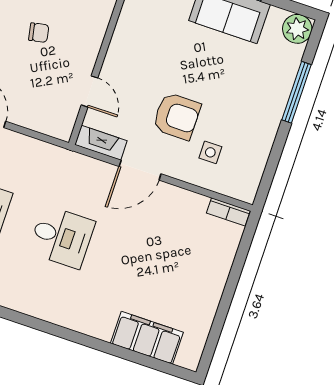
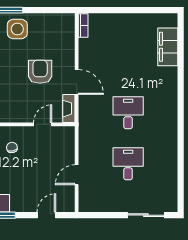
chair: (39, 33) -> (12, 147), moved
side table: (210, 152) -> (17, 29), moved, width x1.87, depth x1.87

